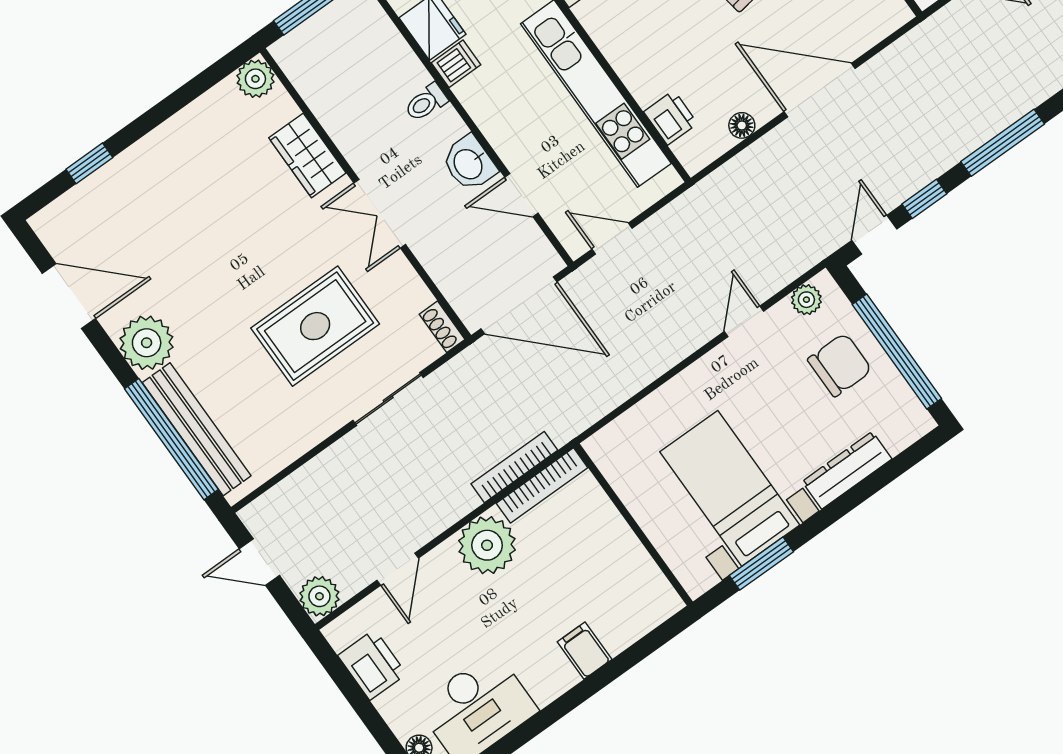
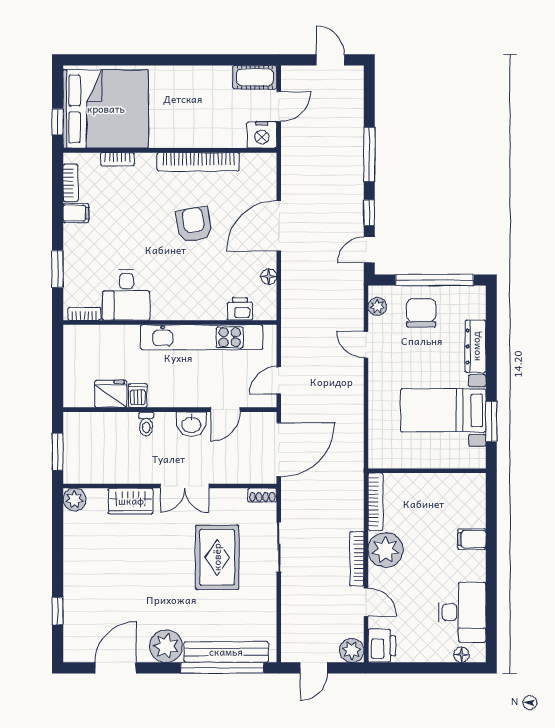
door: (874, 235) -> (369, 250), hinge flipped
bookcase: (514, 467) -> (357, 559), moved
printer: (372, 665) -> (382, 646), moved, turned 90

